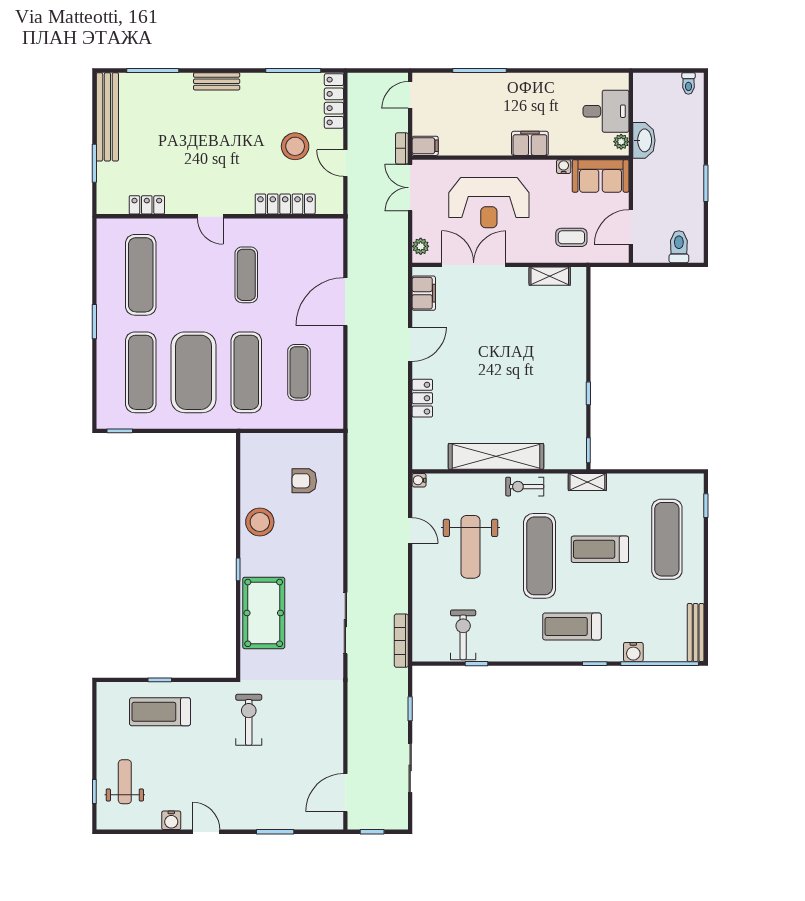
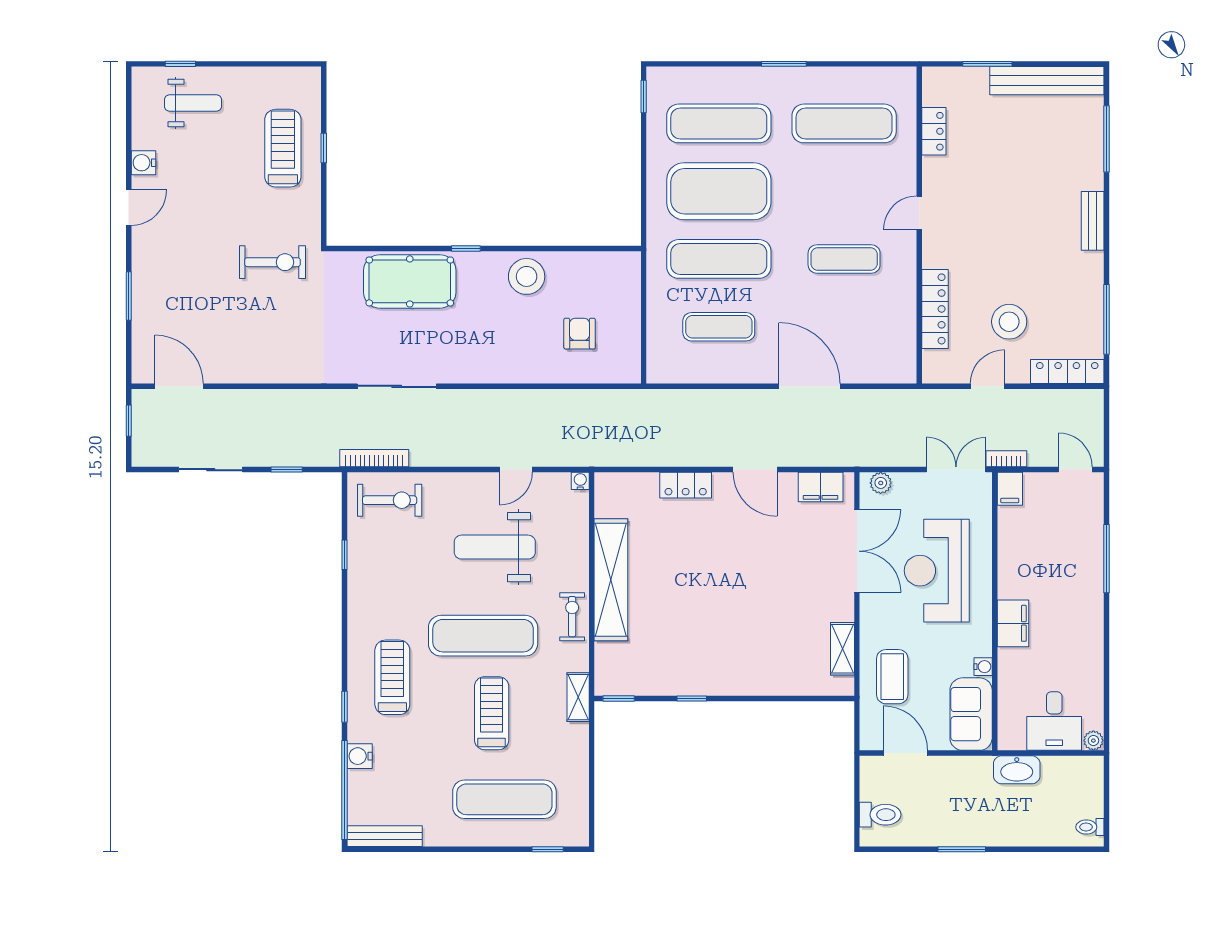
plant: (621, 142) -> (1093, 741), moved
coffee table: (571, 237) -> (892, 677), width x1.36, depth x1.30
exercise bike: (463, 635) -> (390, 500), moved

